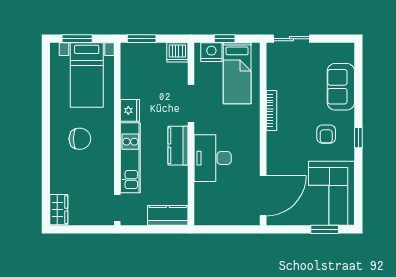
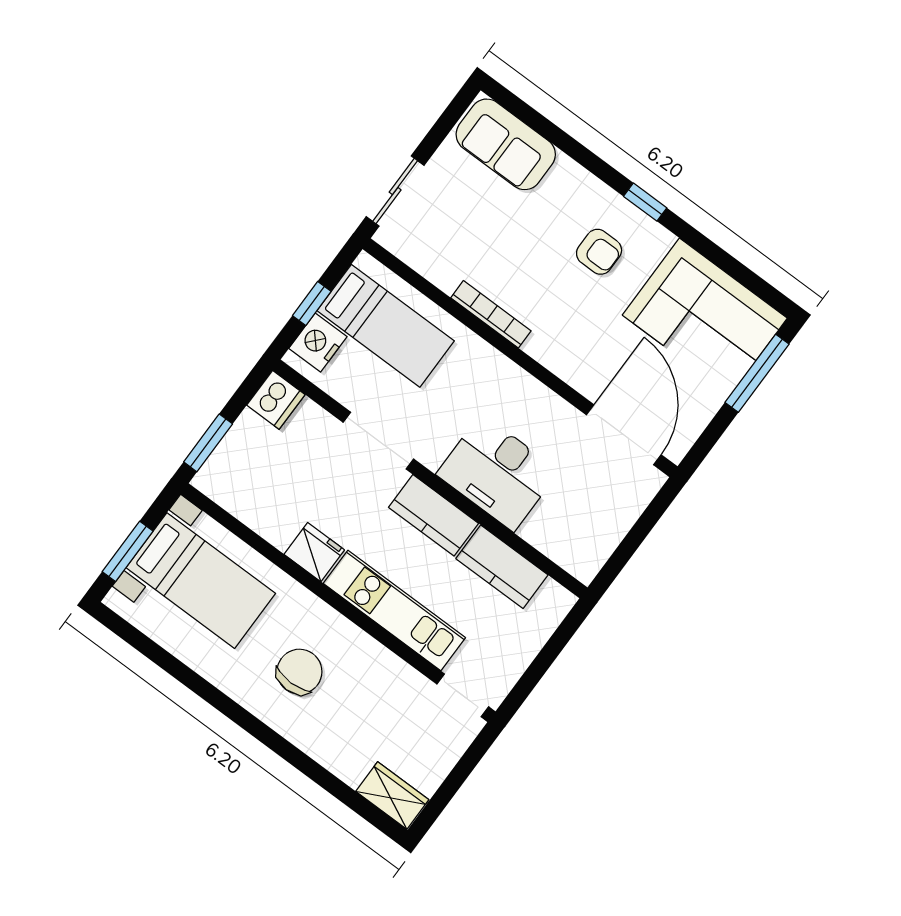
sofa: (341, 87) -> (506, 144), moved
kitchen counter: (168, 215) -> (502, 567), moved, turned -90
window: (325, 229) -> (757, 373), width x1.44

